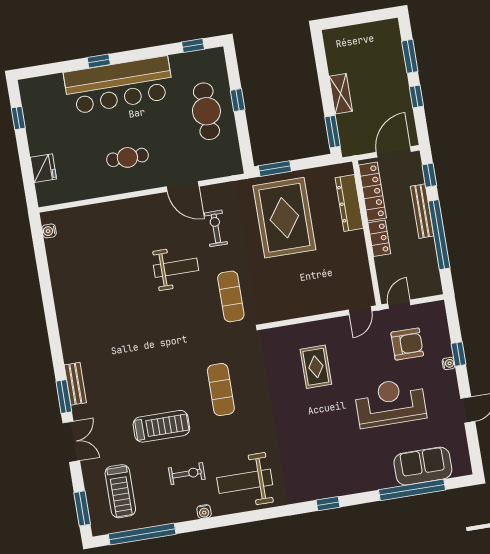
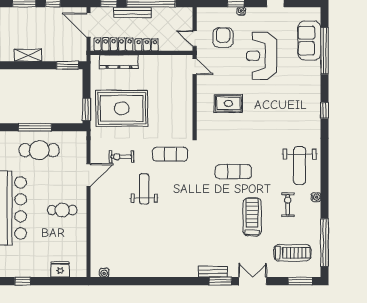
shelving: (341, 94) -> (28, 55), moved
window: (238, 100) -> (35, 127), width x2.17
cafe table: (127, 157) -> (62, 210), turned 90

